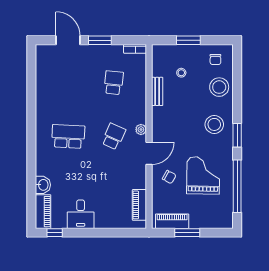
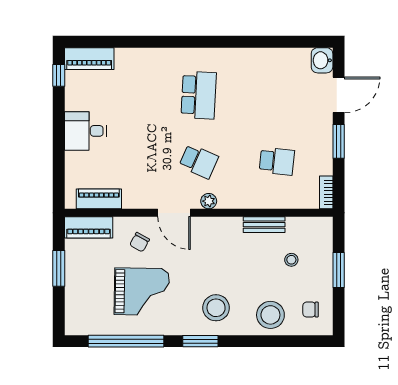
washbasin: (43, 185) -> (322, 60), moved, turned 90
desk: (81, 214) -> (85, 131), moved
piano: (172, 221) -> (89, 227), moved, turned 90

